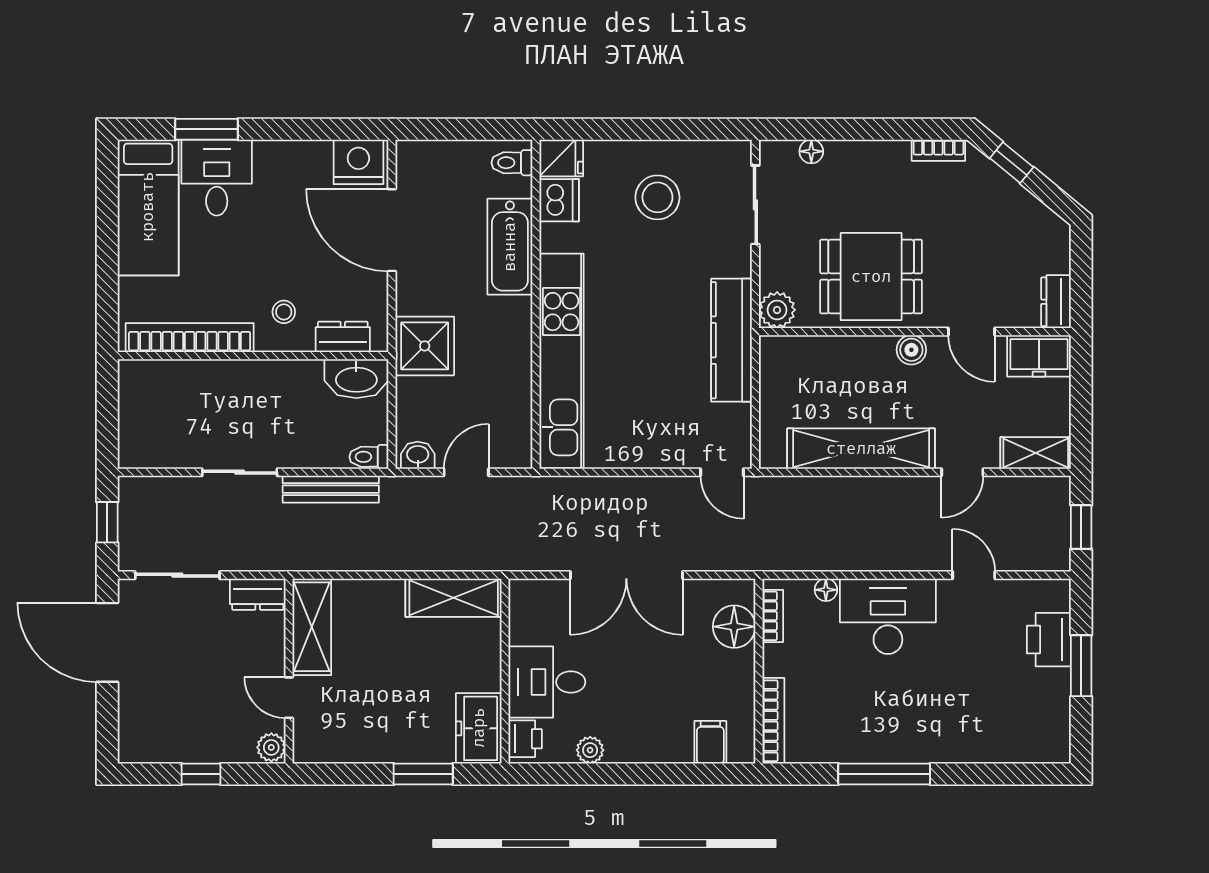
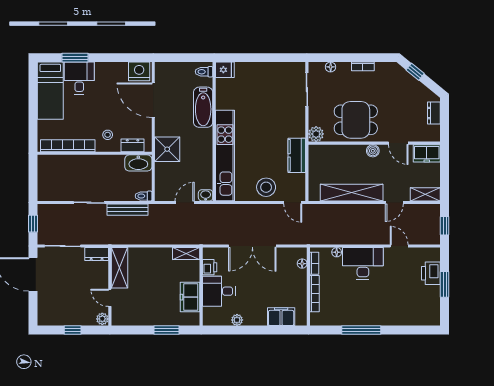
bookcase: (938, 150) -> (363, 66), moved
stool: (657, 197) -> (266, 187), moved
dishwasher: (559, 200) -> (224, 88), removed
dresser: (1056, 302) -> (434, 113), moved
kitchen counter: (732, 340) -> (297, 155), width x0.67
washbasin: (418, 455) -> (206, 195), moved
shelving: (454, 598) -> (186, 254), width x0.67, depth x0.75
floor lamp: (734, 627) -> (302, 264), width x0.53, depth x0.53
bookcase: (773, 721) -> (314, 294), moved
freezer: (479, 728) -> (190, 297), moved
printer: (525, 739) -> (210, 267), moved
filing cabinet: (710, 742) -> (281, 317), width x2.00

